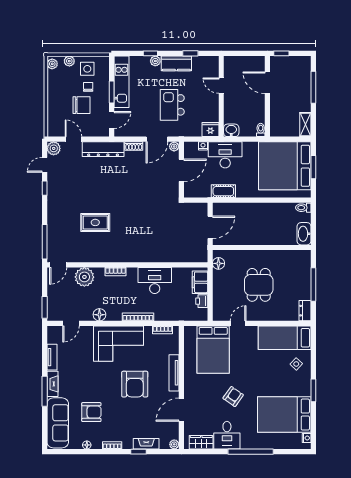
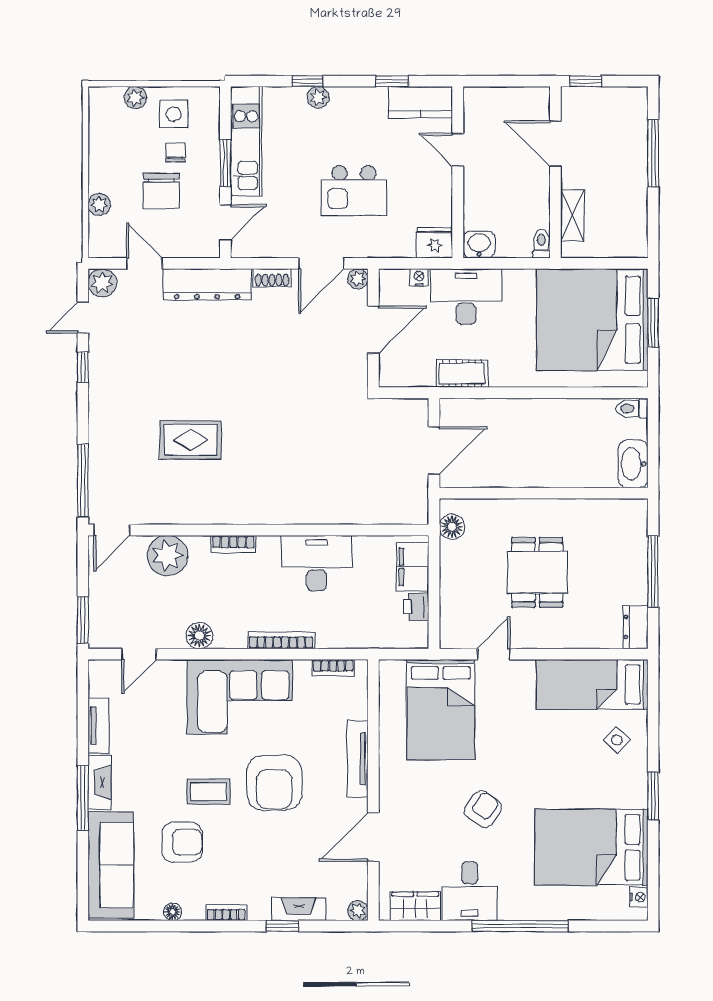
kitchen counter: (176, 63) -> (421, 102), moved
plant: (52, 64) -> (99, 204), moved
chair: (81, 105) -> (161, 191), turned 90
kitchen island: (172, 105) -> (354, 191), turned -90
shelving: (305, 125) -> (572, 216), moved
coffee table: (104, 388) -> (209, 792), added

